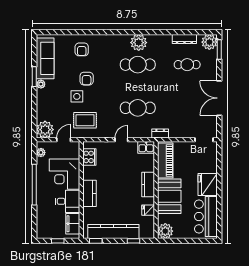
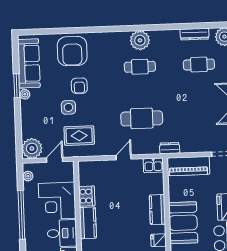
armchair: (82, 49) -> (72, 51), width x1.88, depth x1.88
cafe table: (138, 65) -> (140, 67), width x0.73, depth x0.74
cooker: (89, 157) -> (87, 196), moved
piano: (165, 161) -> (188, 166), moved, turned 90

